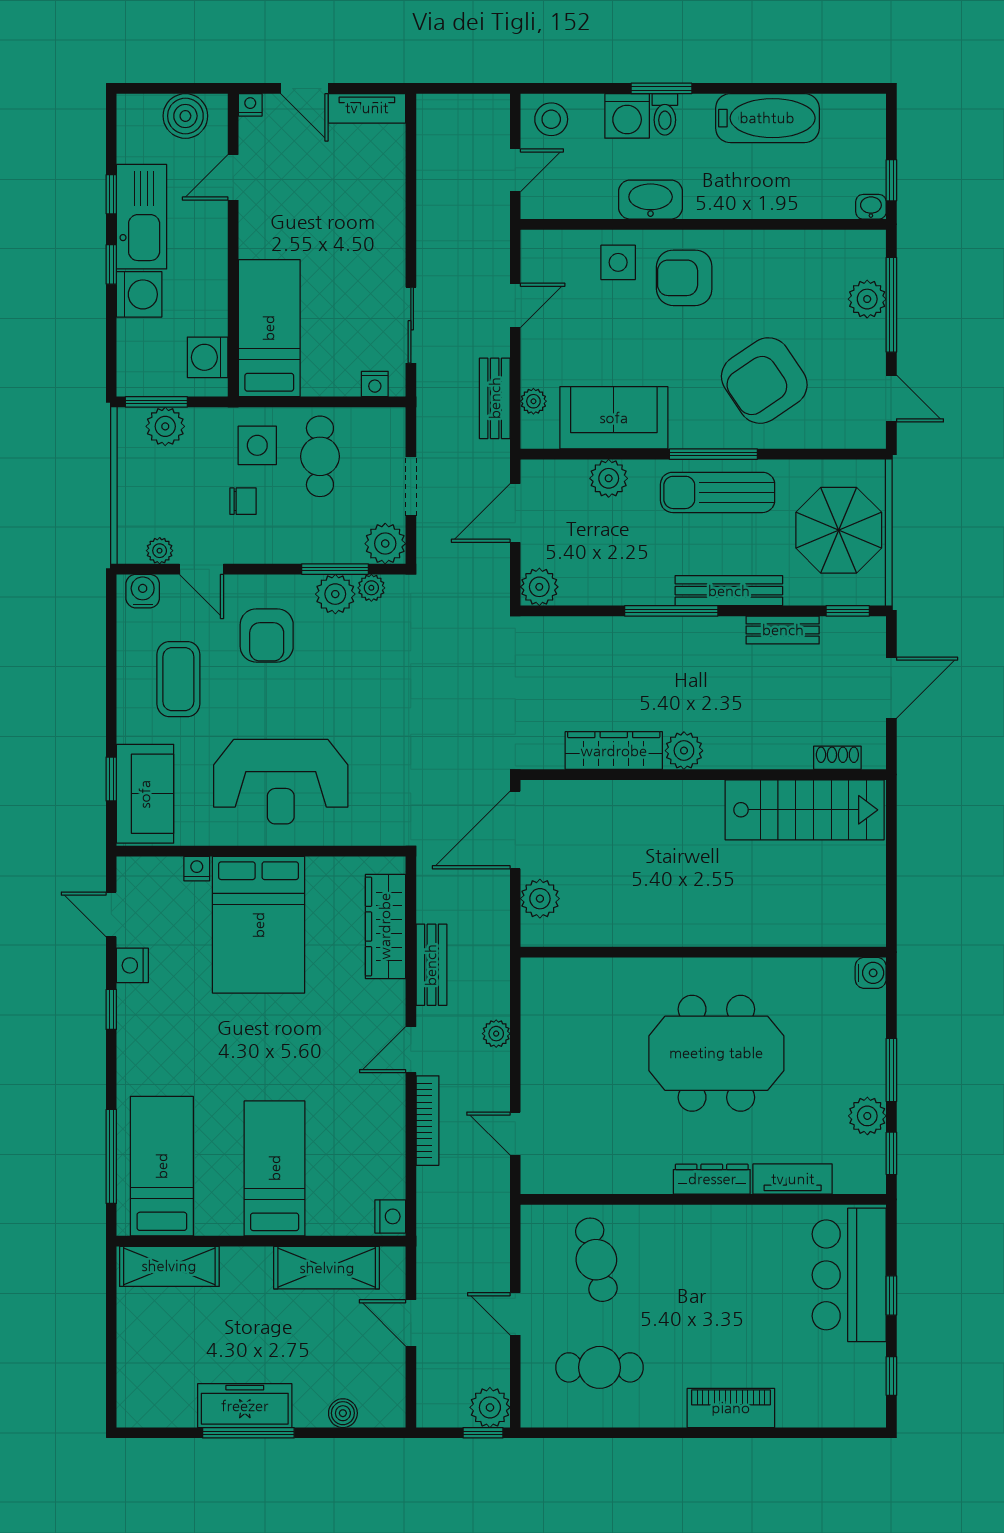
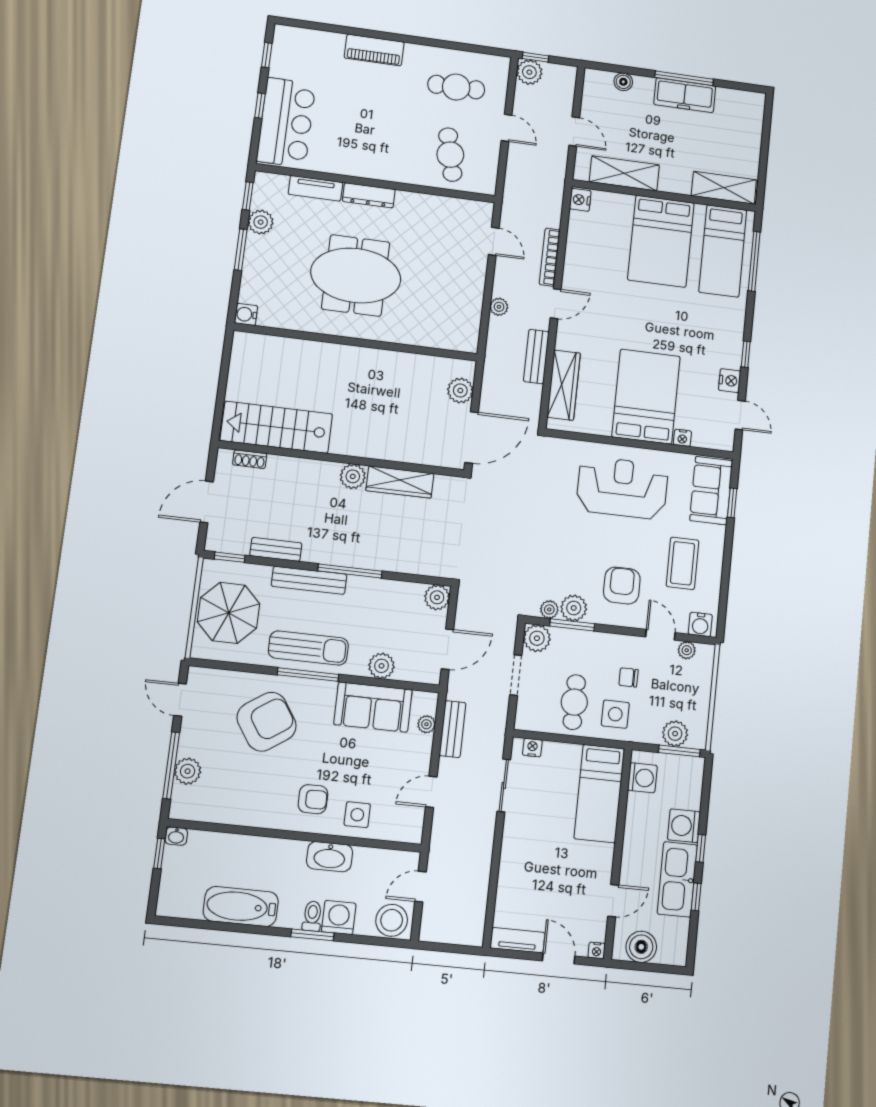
stool: (551, 119) -> (392, 920), width x1.38, depth x1.38
armchair: (684, 278) -> (313, 799), width x0.72, depth x0.72
bed: (275, 1168) -> (661, 241), width x1.50

